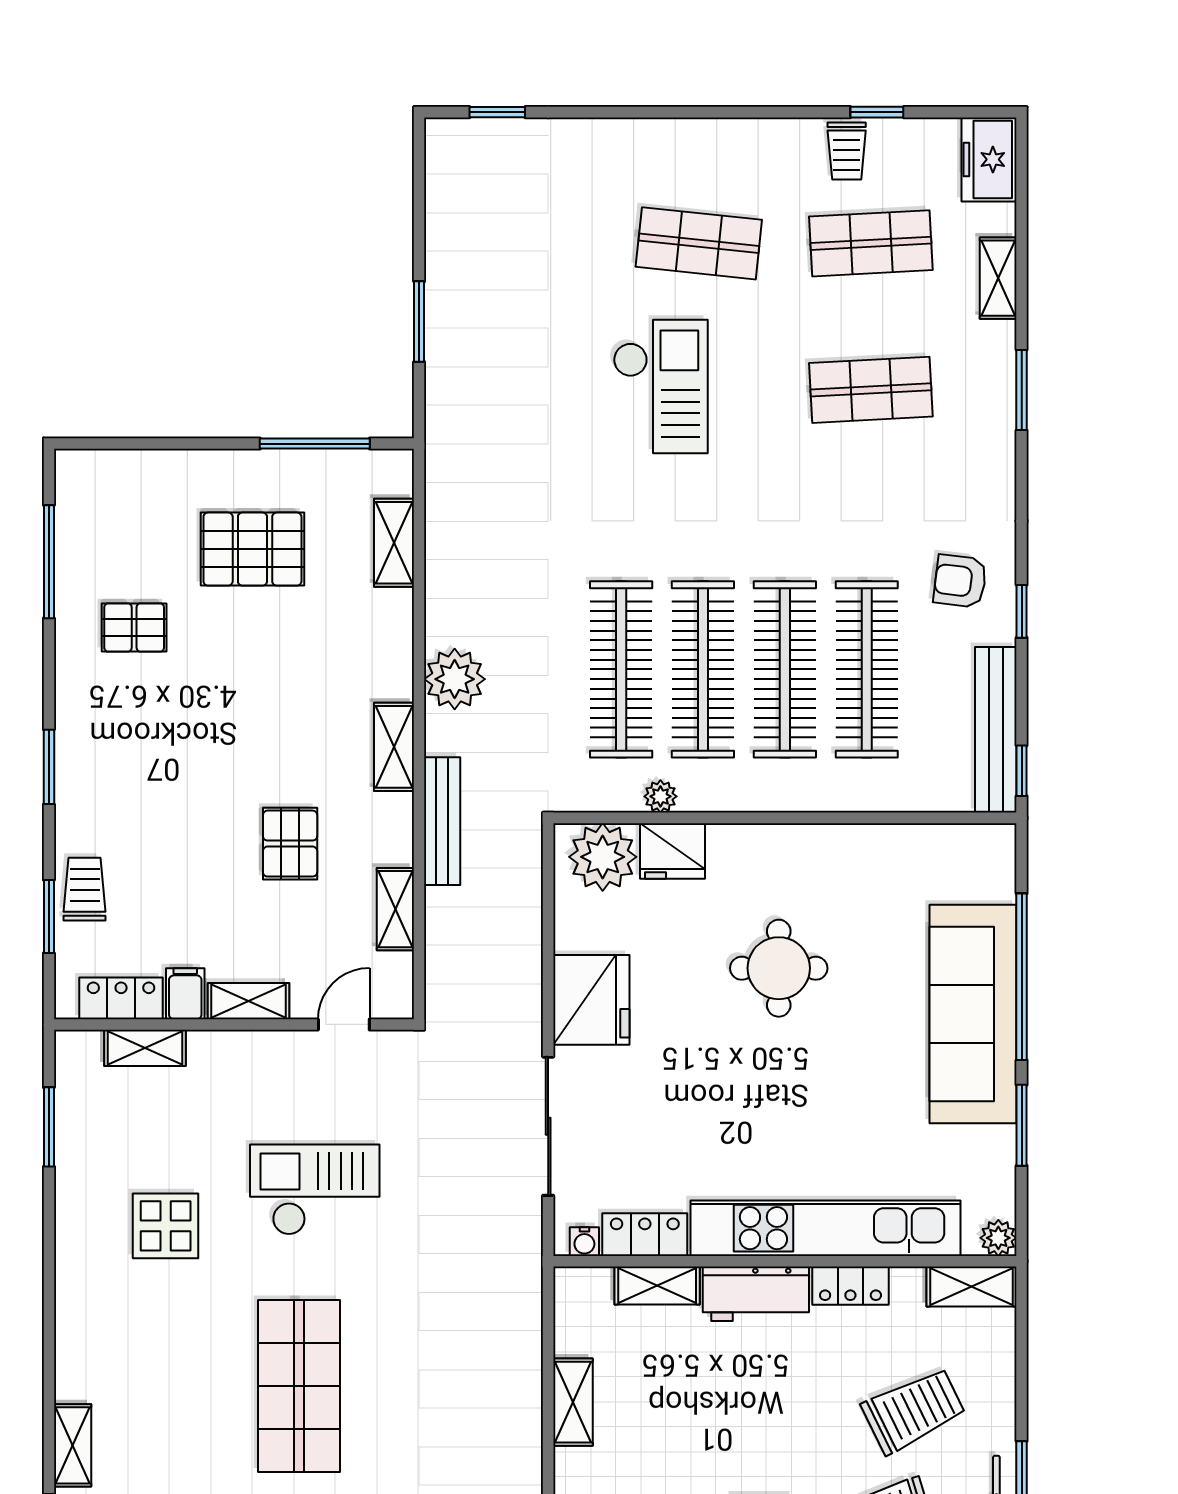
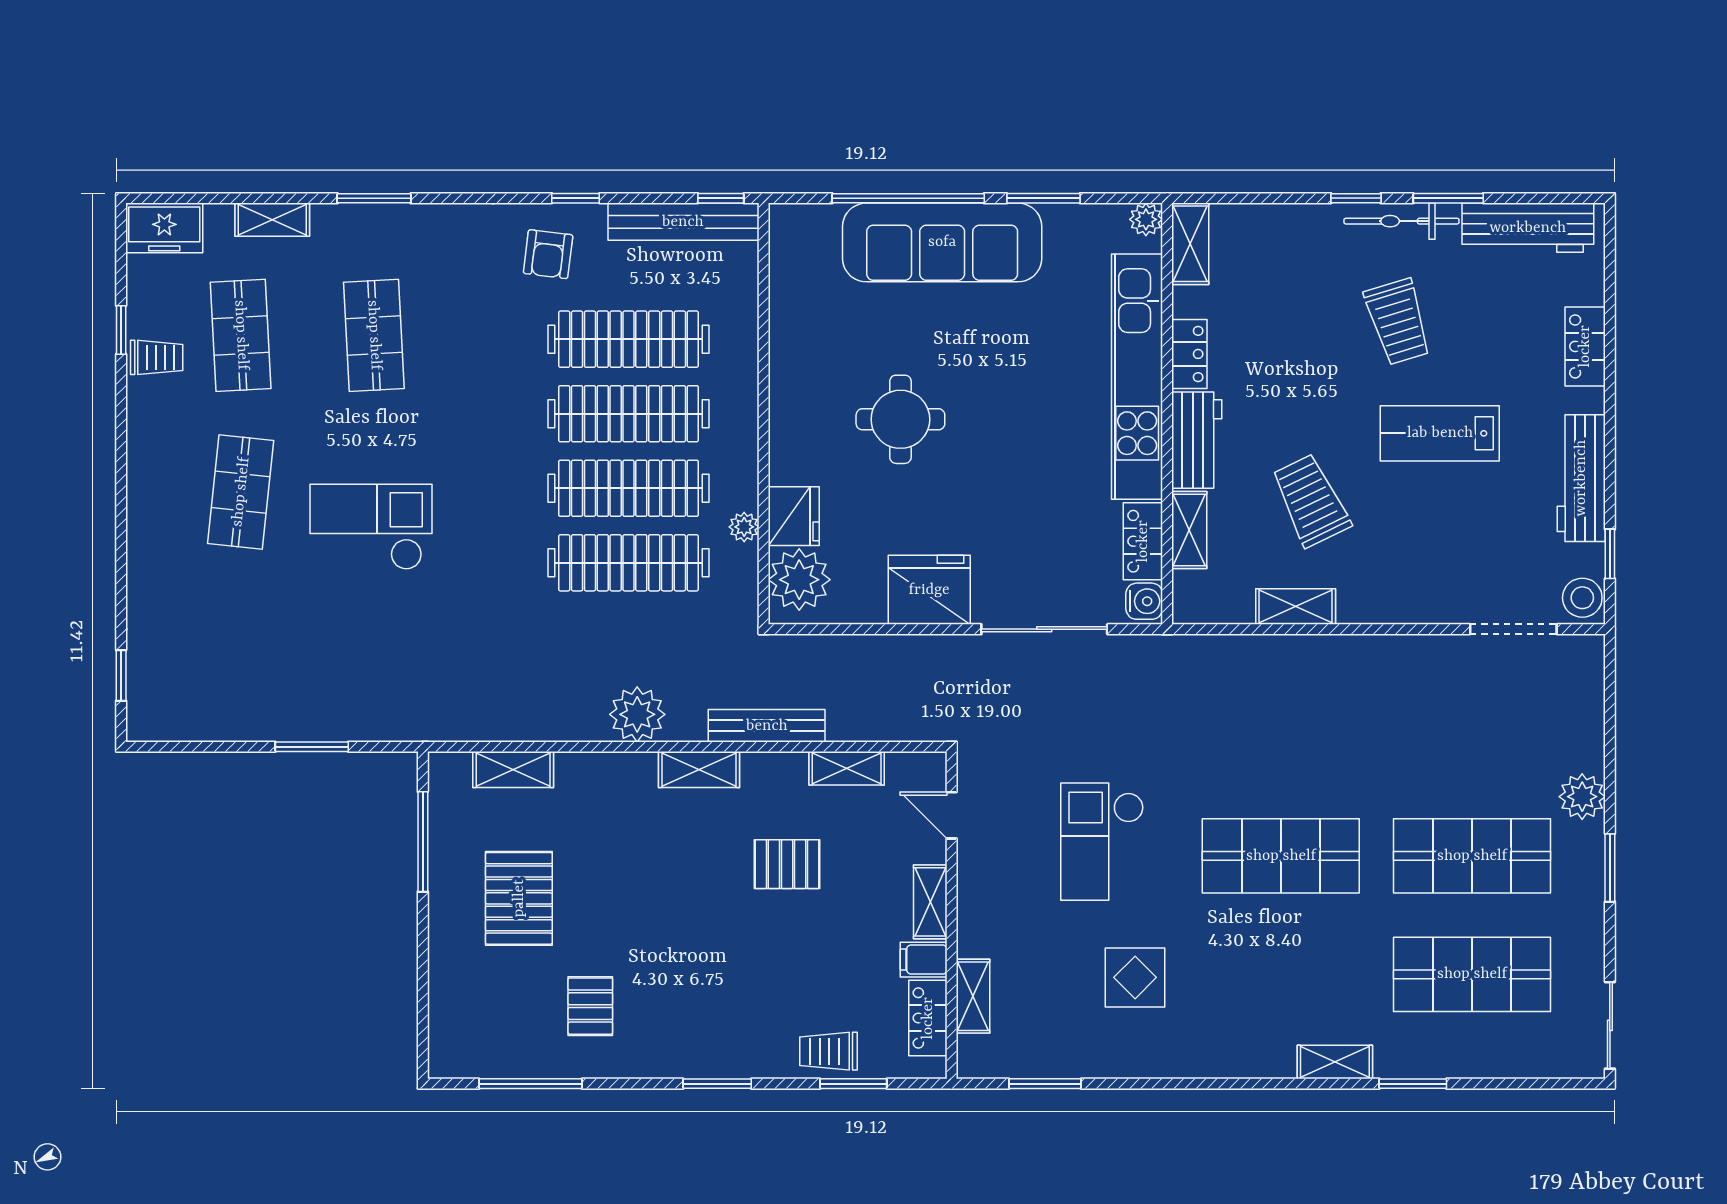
water cooler: (584, 1242) -> (1144, 601), width x1.38, depth x1.38
trolley: (913, 1411) -> (1311, 501), moved

